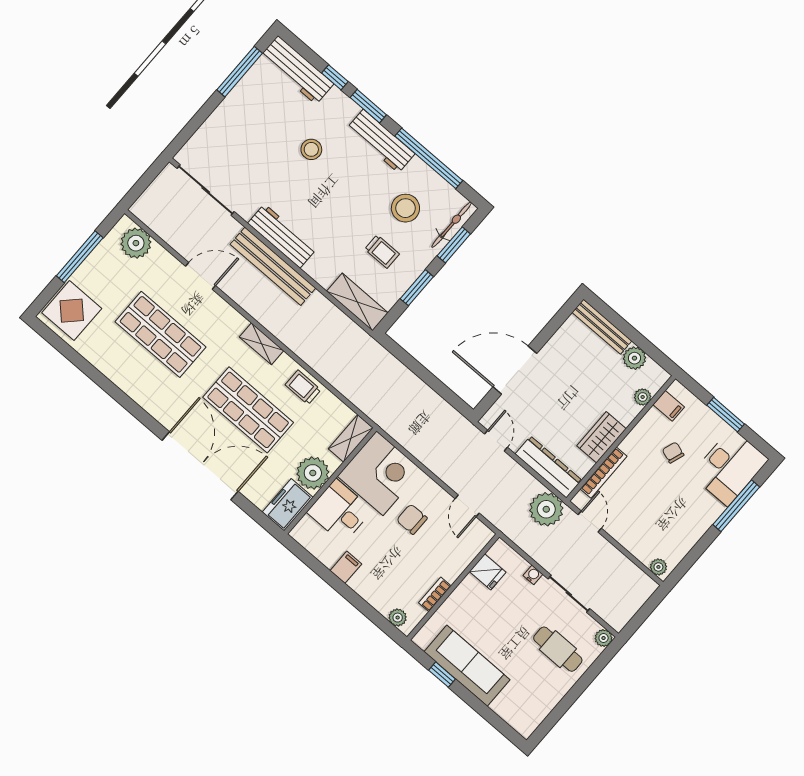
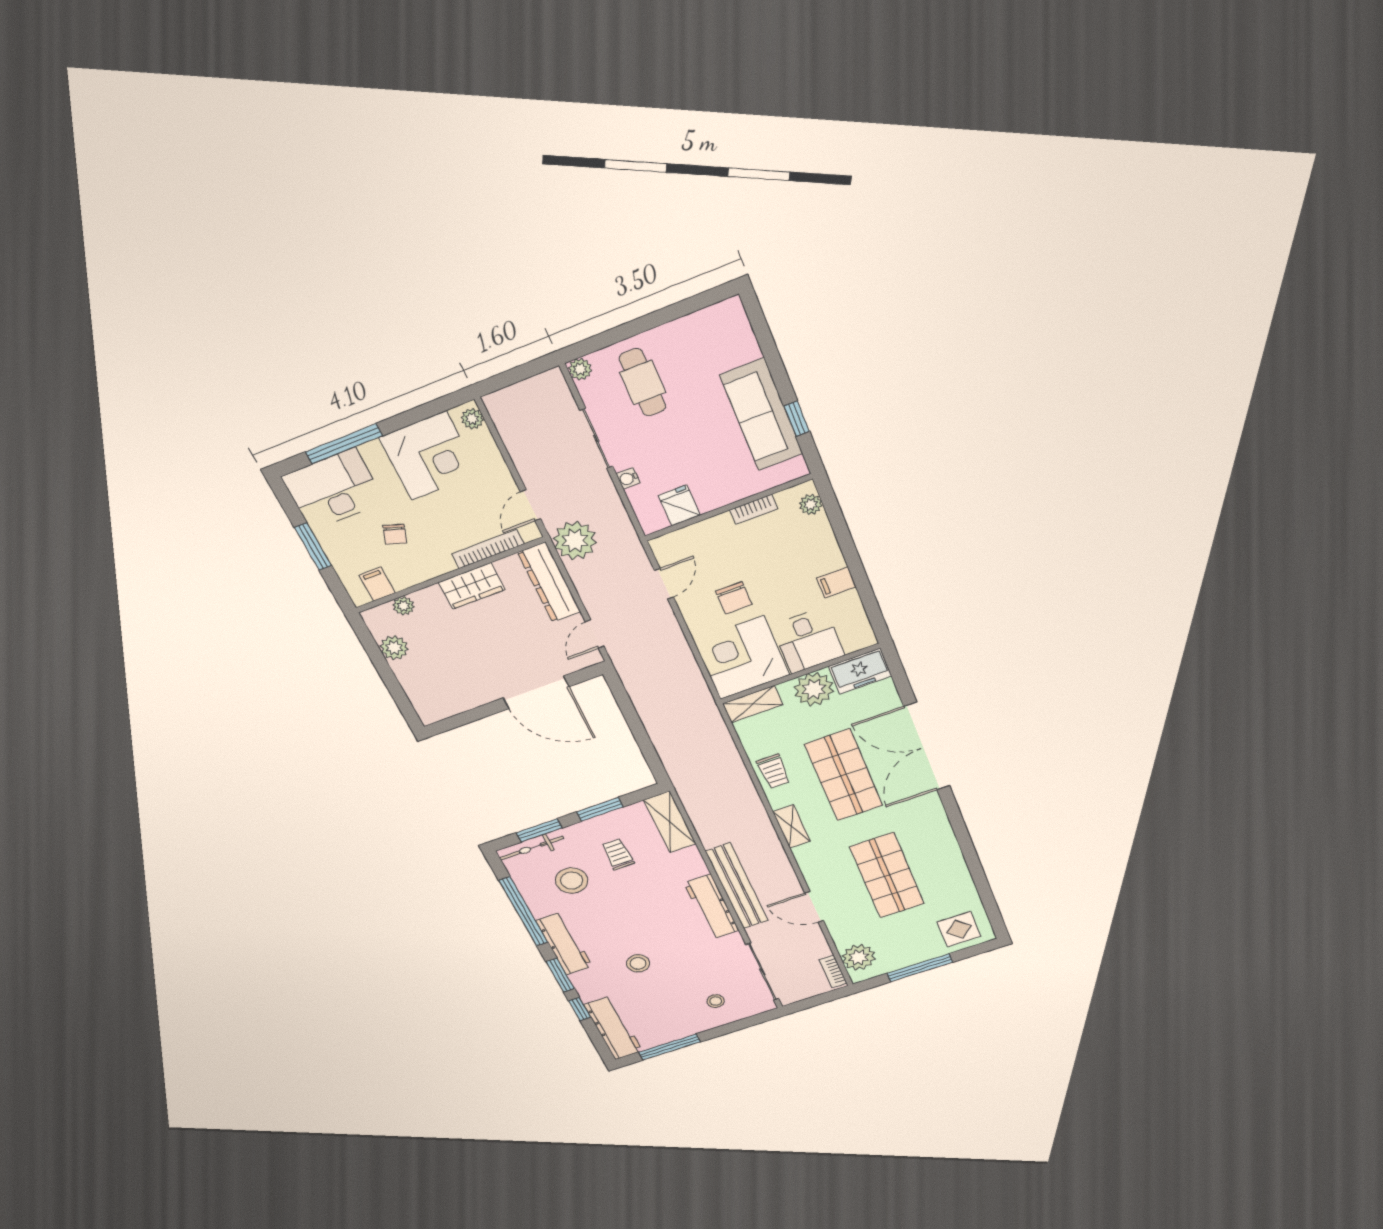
stool: (227, 140) -> (716, 1001), added
bookcase: (148, 218) -> (833, 972), added
display table: (72, 311) -> (959, 929), width x0.73, depth x0.73
bench: (602, 327) -> (417, 693), removed
corner desk: (676, 525) -> (429, 456), added

